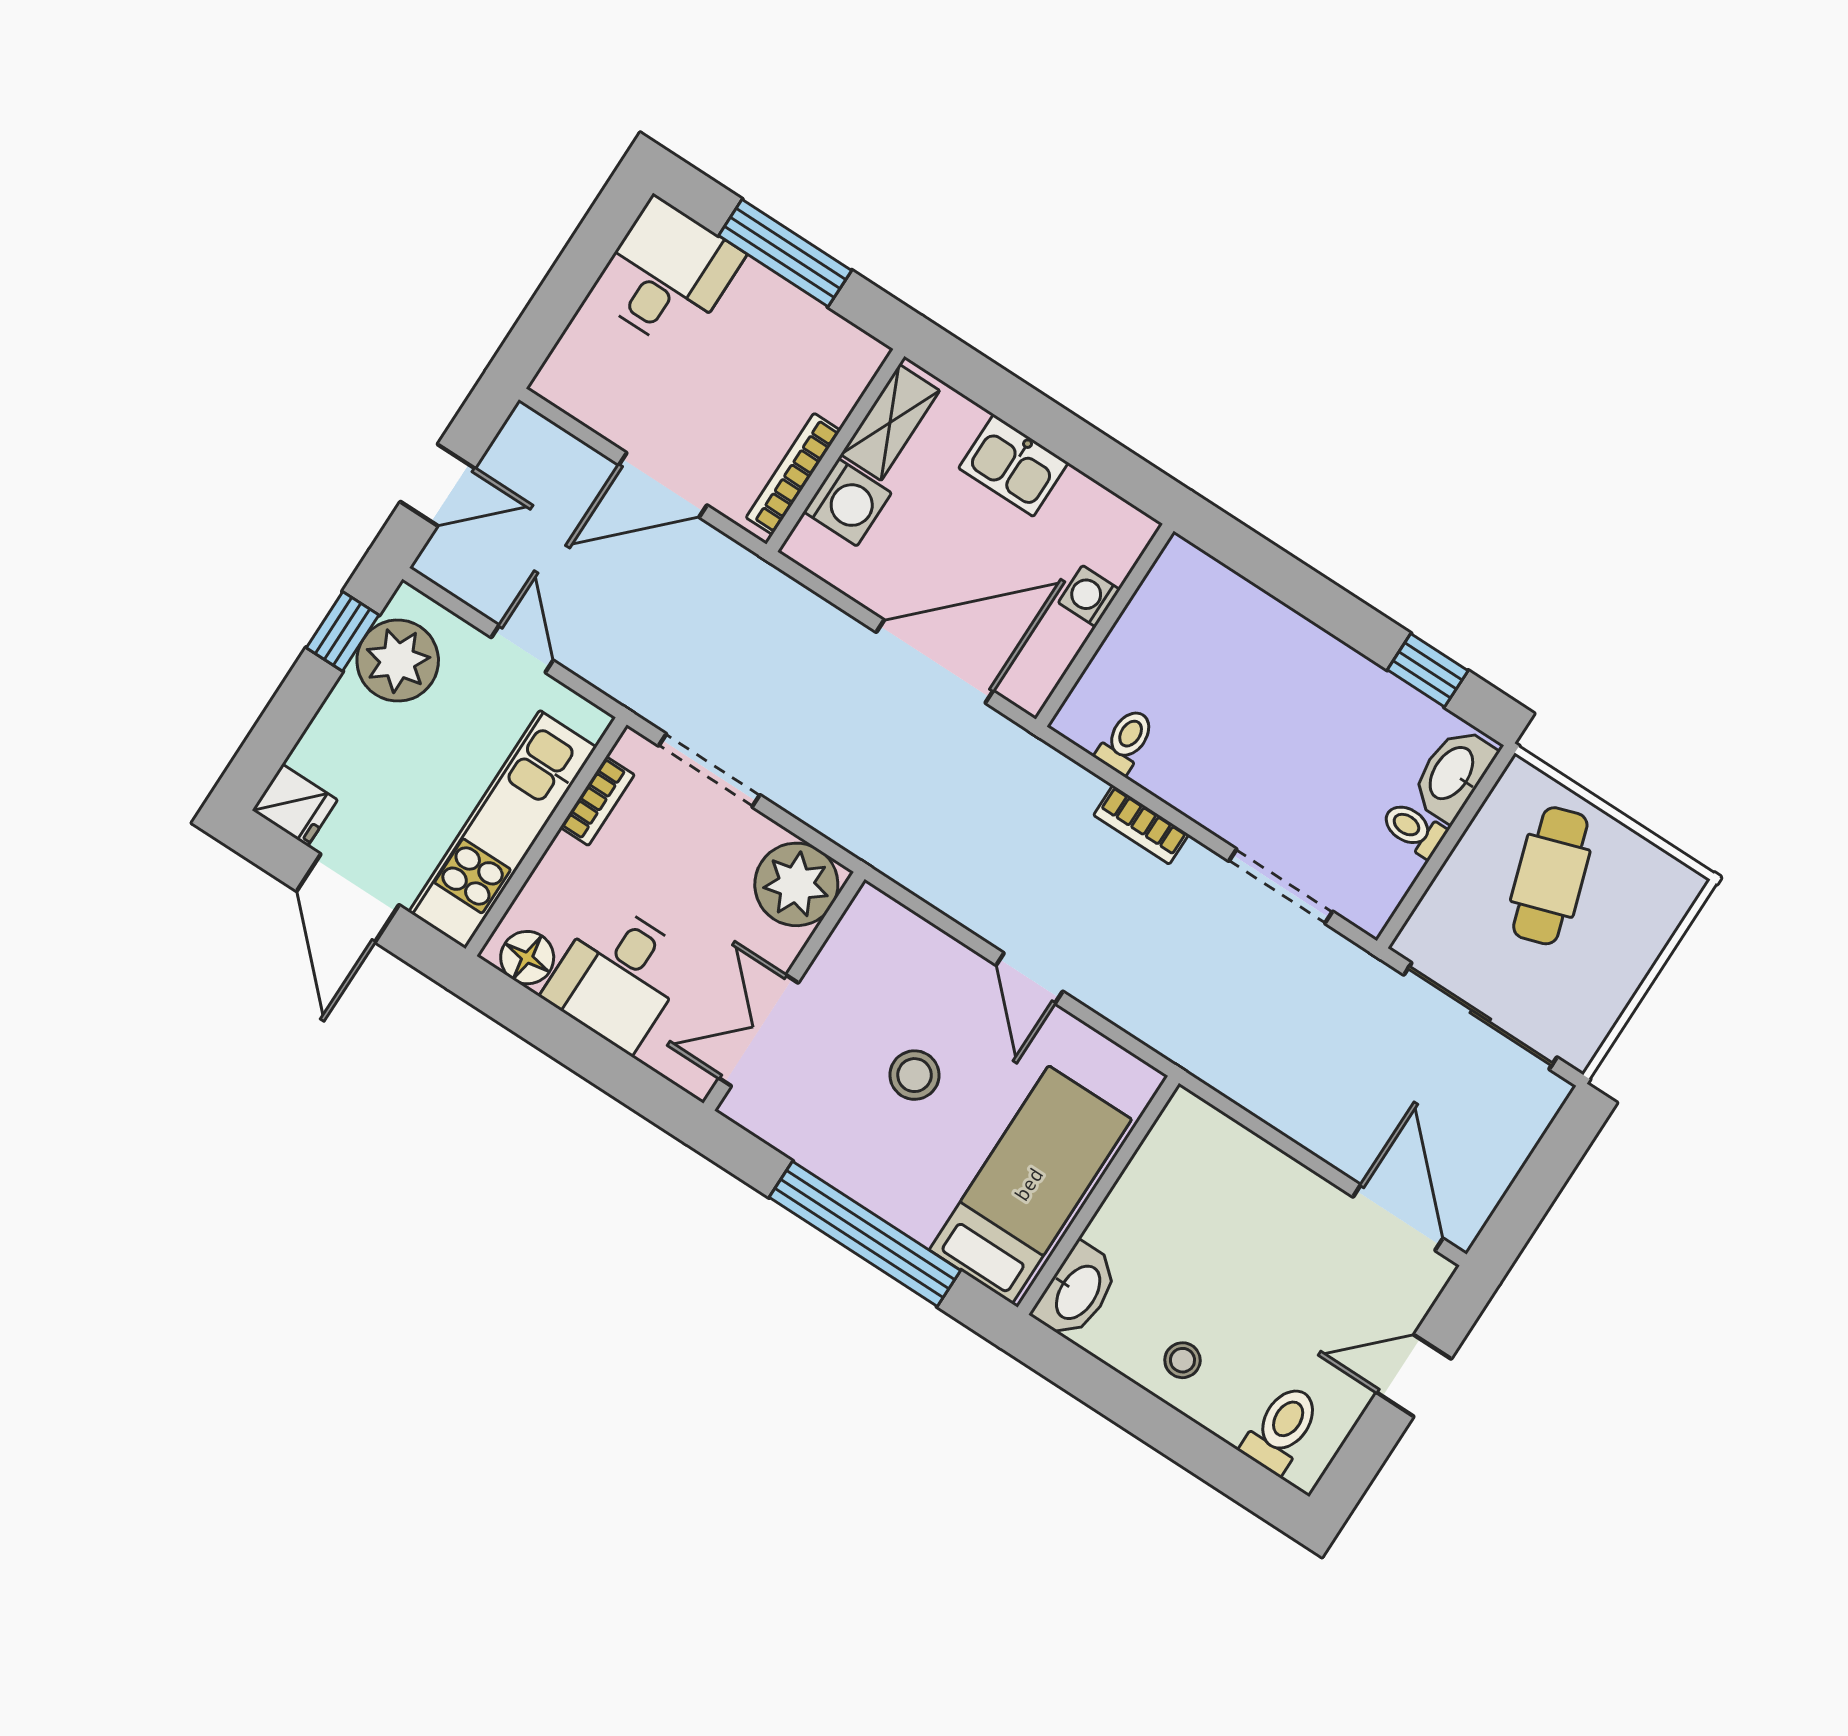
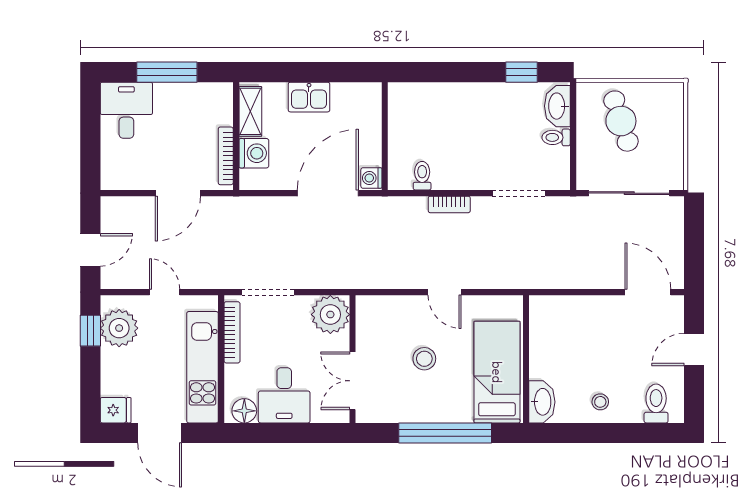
washing machine: (1089, 596) -> (371, 178), moved
bookcase: (597, 801) -> (232, 332), width x1.56

